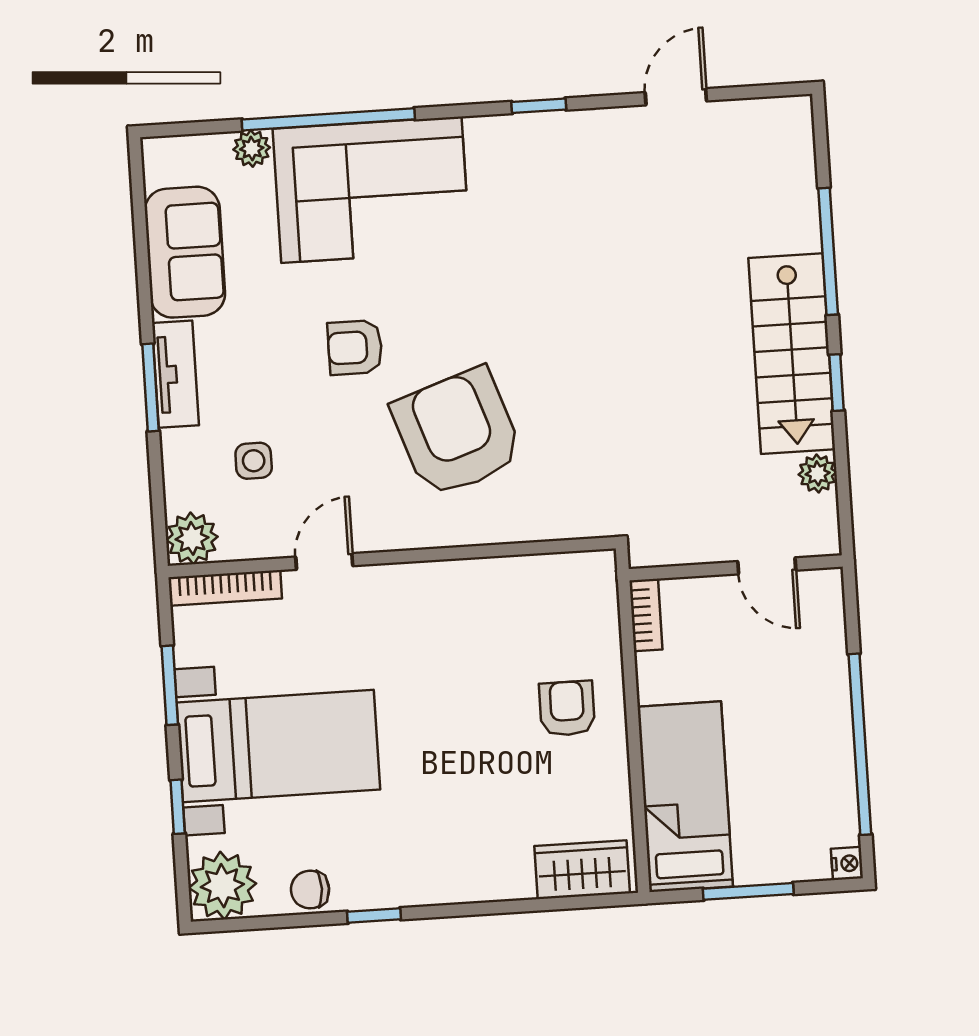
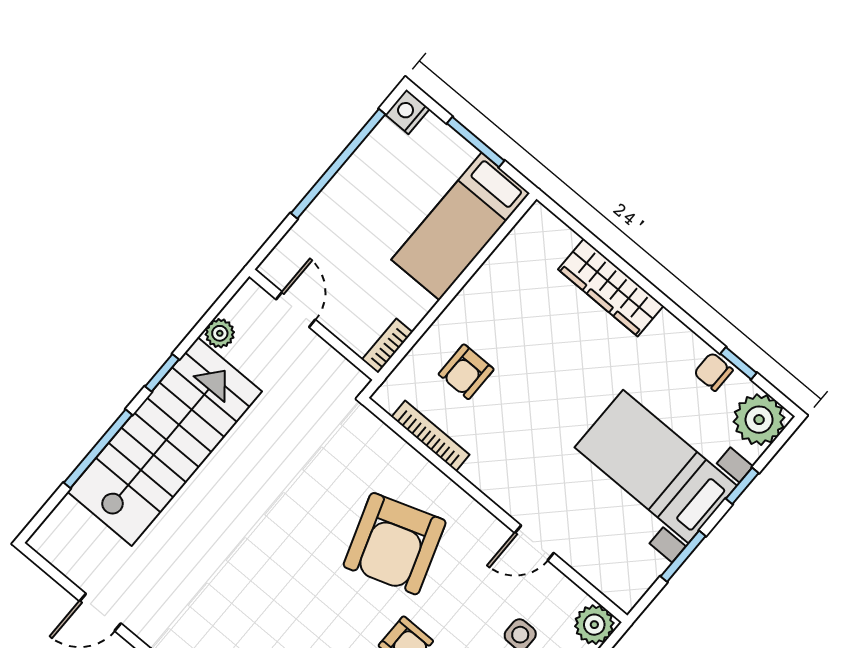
stairs: (792, 354) -> (165, 442), width x1.36, depth x1.51
bookcase: (225, 588) -> (430, 436), moved
armchair: (567, 708) -> (466, 372), moved
nightstand: (847, 863) -> (407, 112), width x1.39, depth x1.35
wardrobe: (582, 870) -> (611, 288), moved, width x1.50
chair: (310, 890) -> (713, 372), turned 180
window: (374, 916) -> (739, 363), moved

